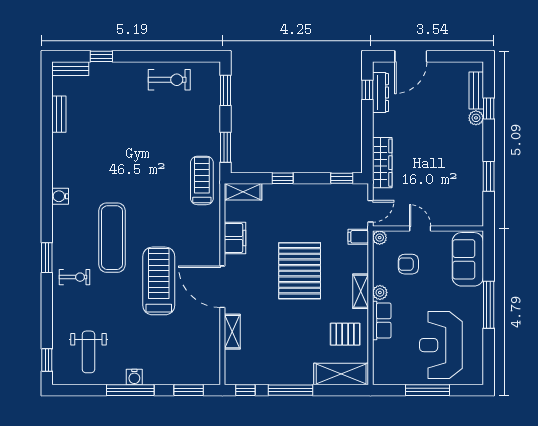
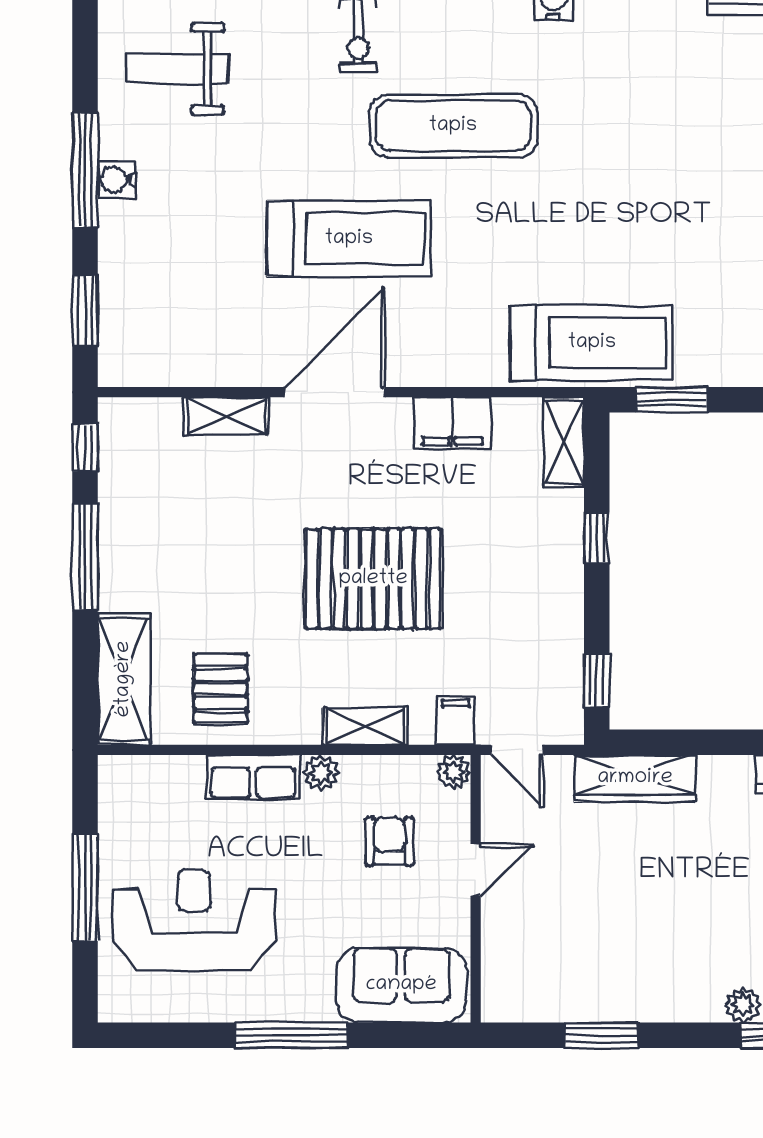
treadmill: (202, 180) -> (592, 343), width x1.37, depth x1.38
shelving: (361, 291) -> (365, 726), moved

